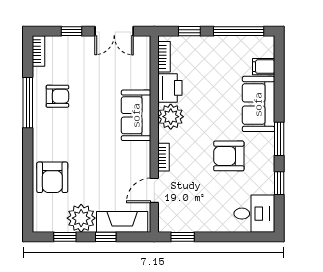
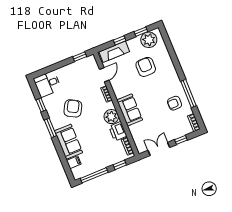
armchair: (229, 156) -> (73, 108), turned -61
armchair: (52, 177) -> (146, 67), moved
plant: (81, 218) -> (149, 40), moved

